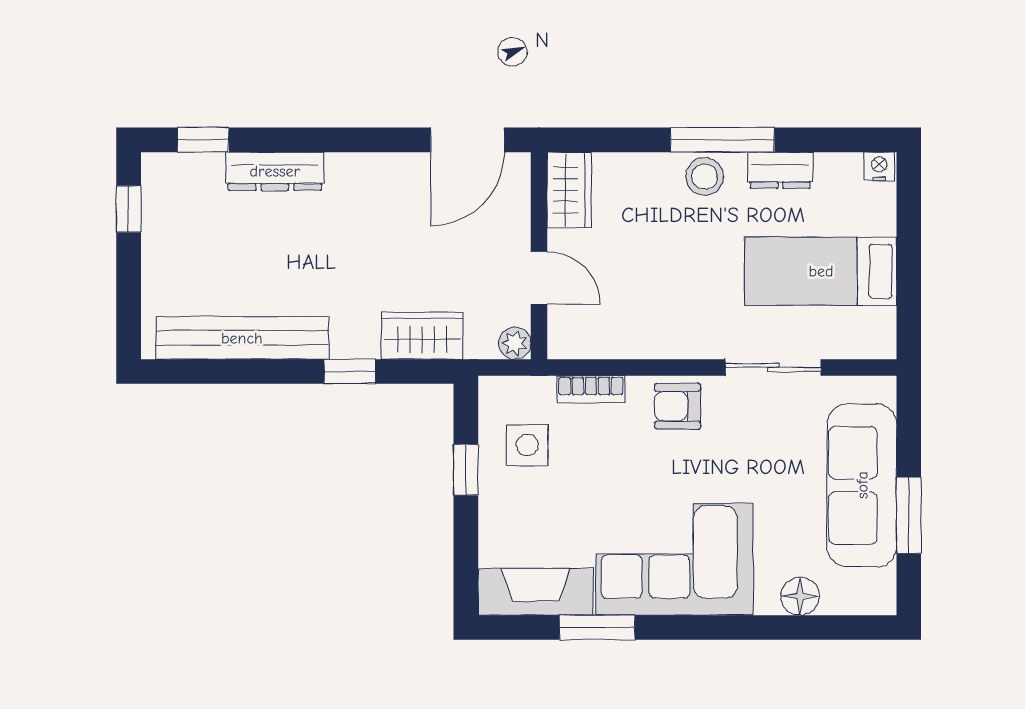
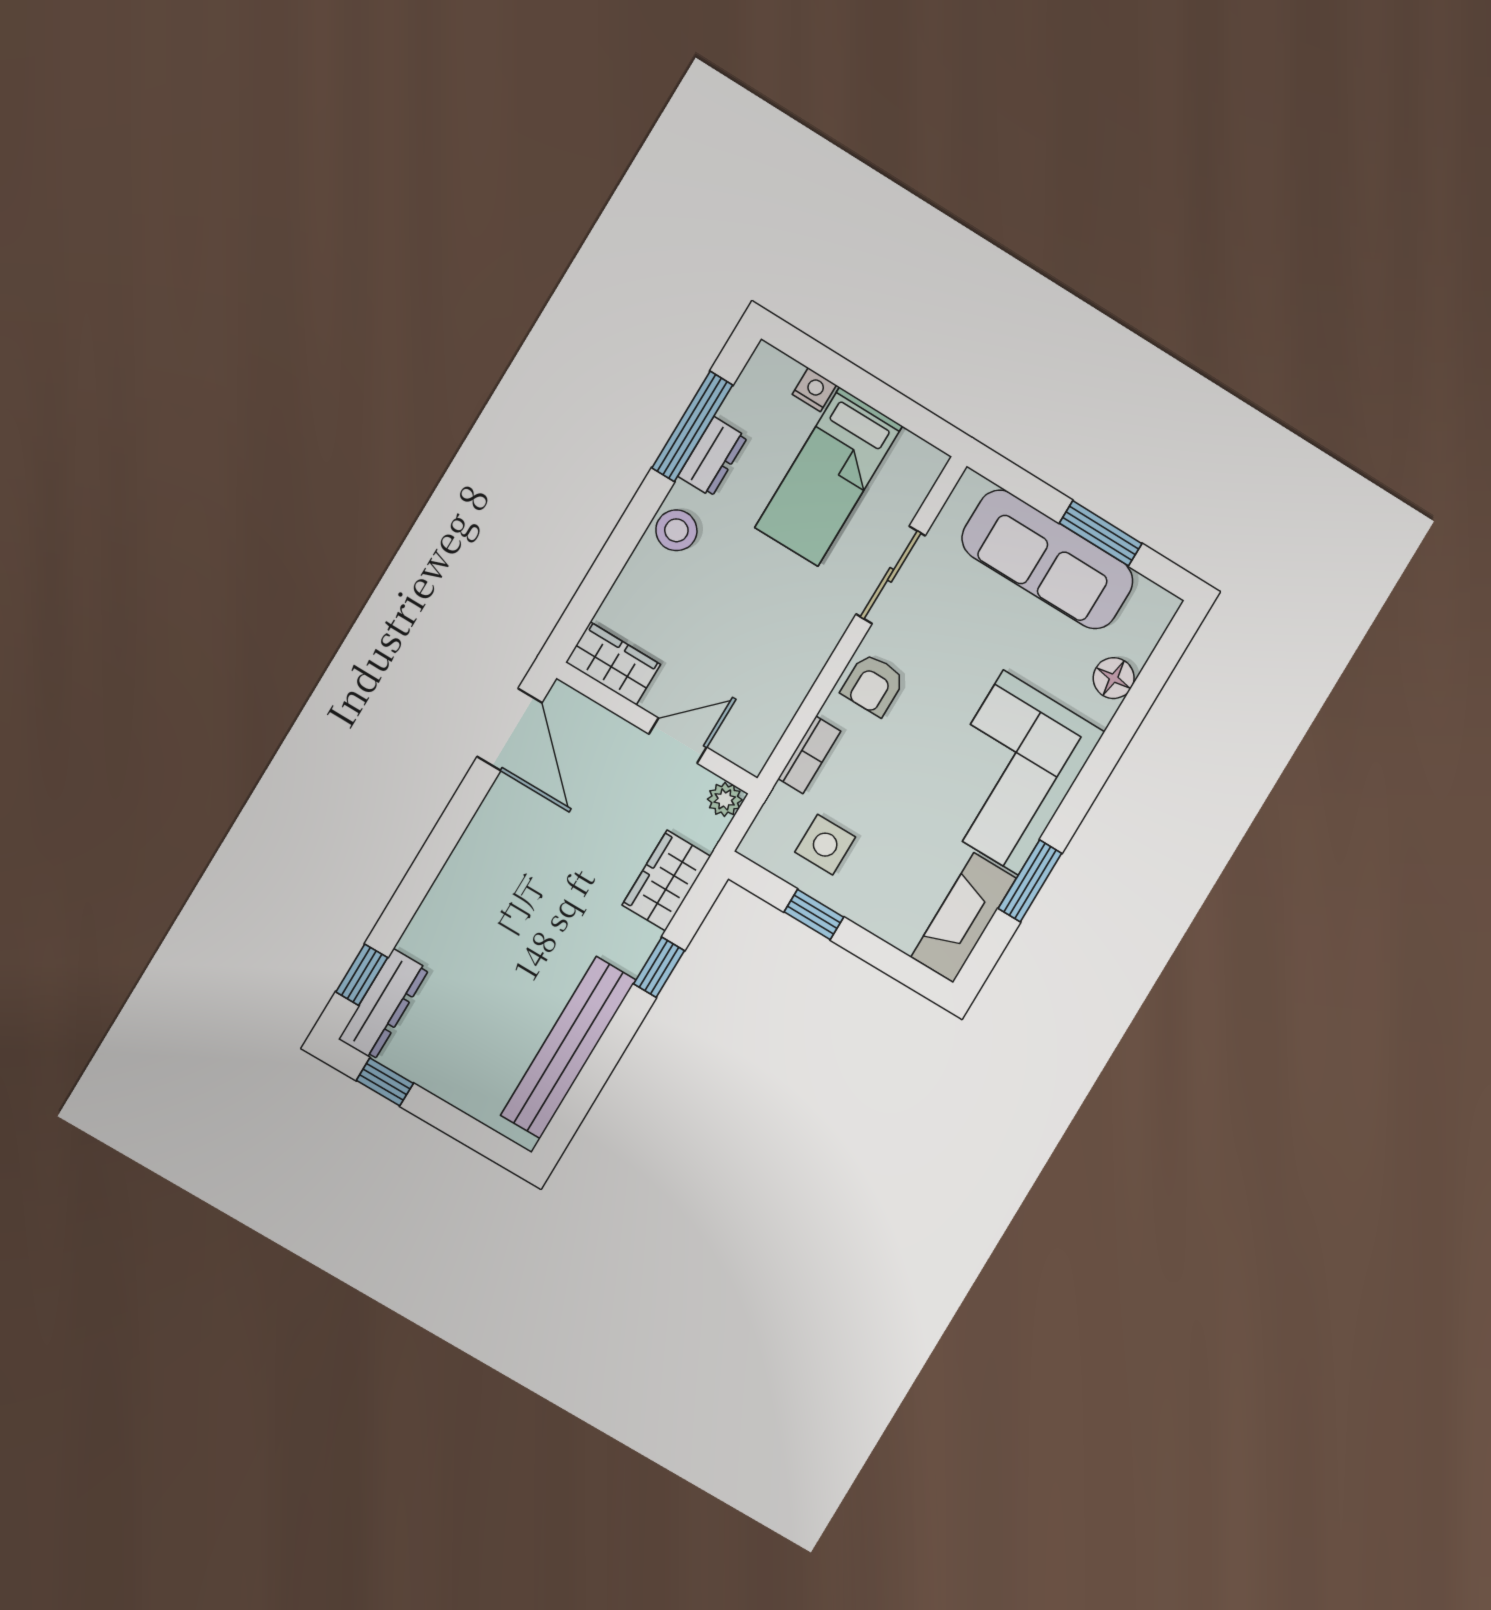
window: (722, 140) -> (692, 426), moved
nightstand: (879, 166) -> (814, 390), moved, turned 90
dresser: (275, 171) -> (384, 1004), moved

